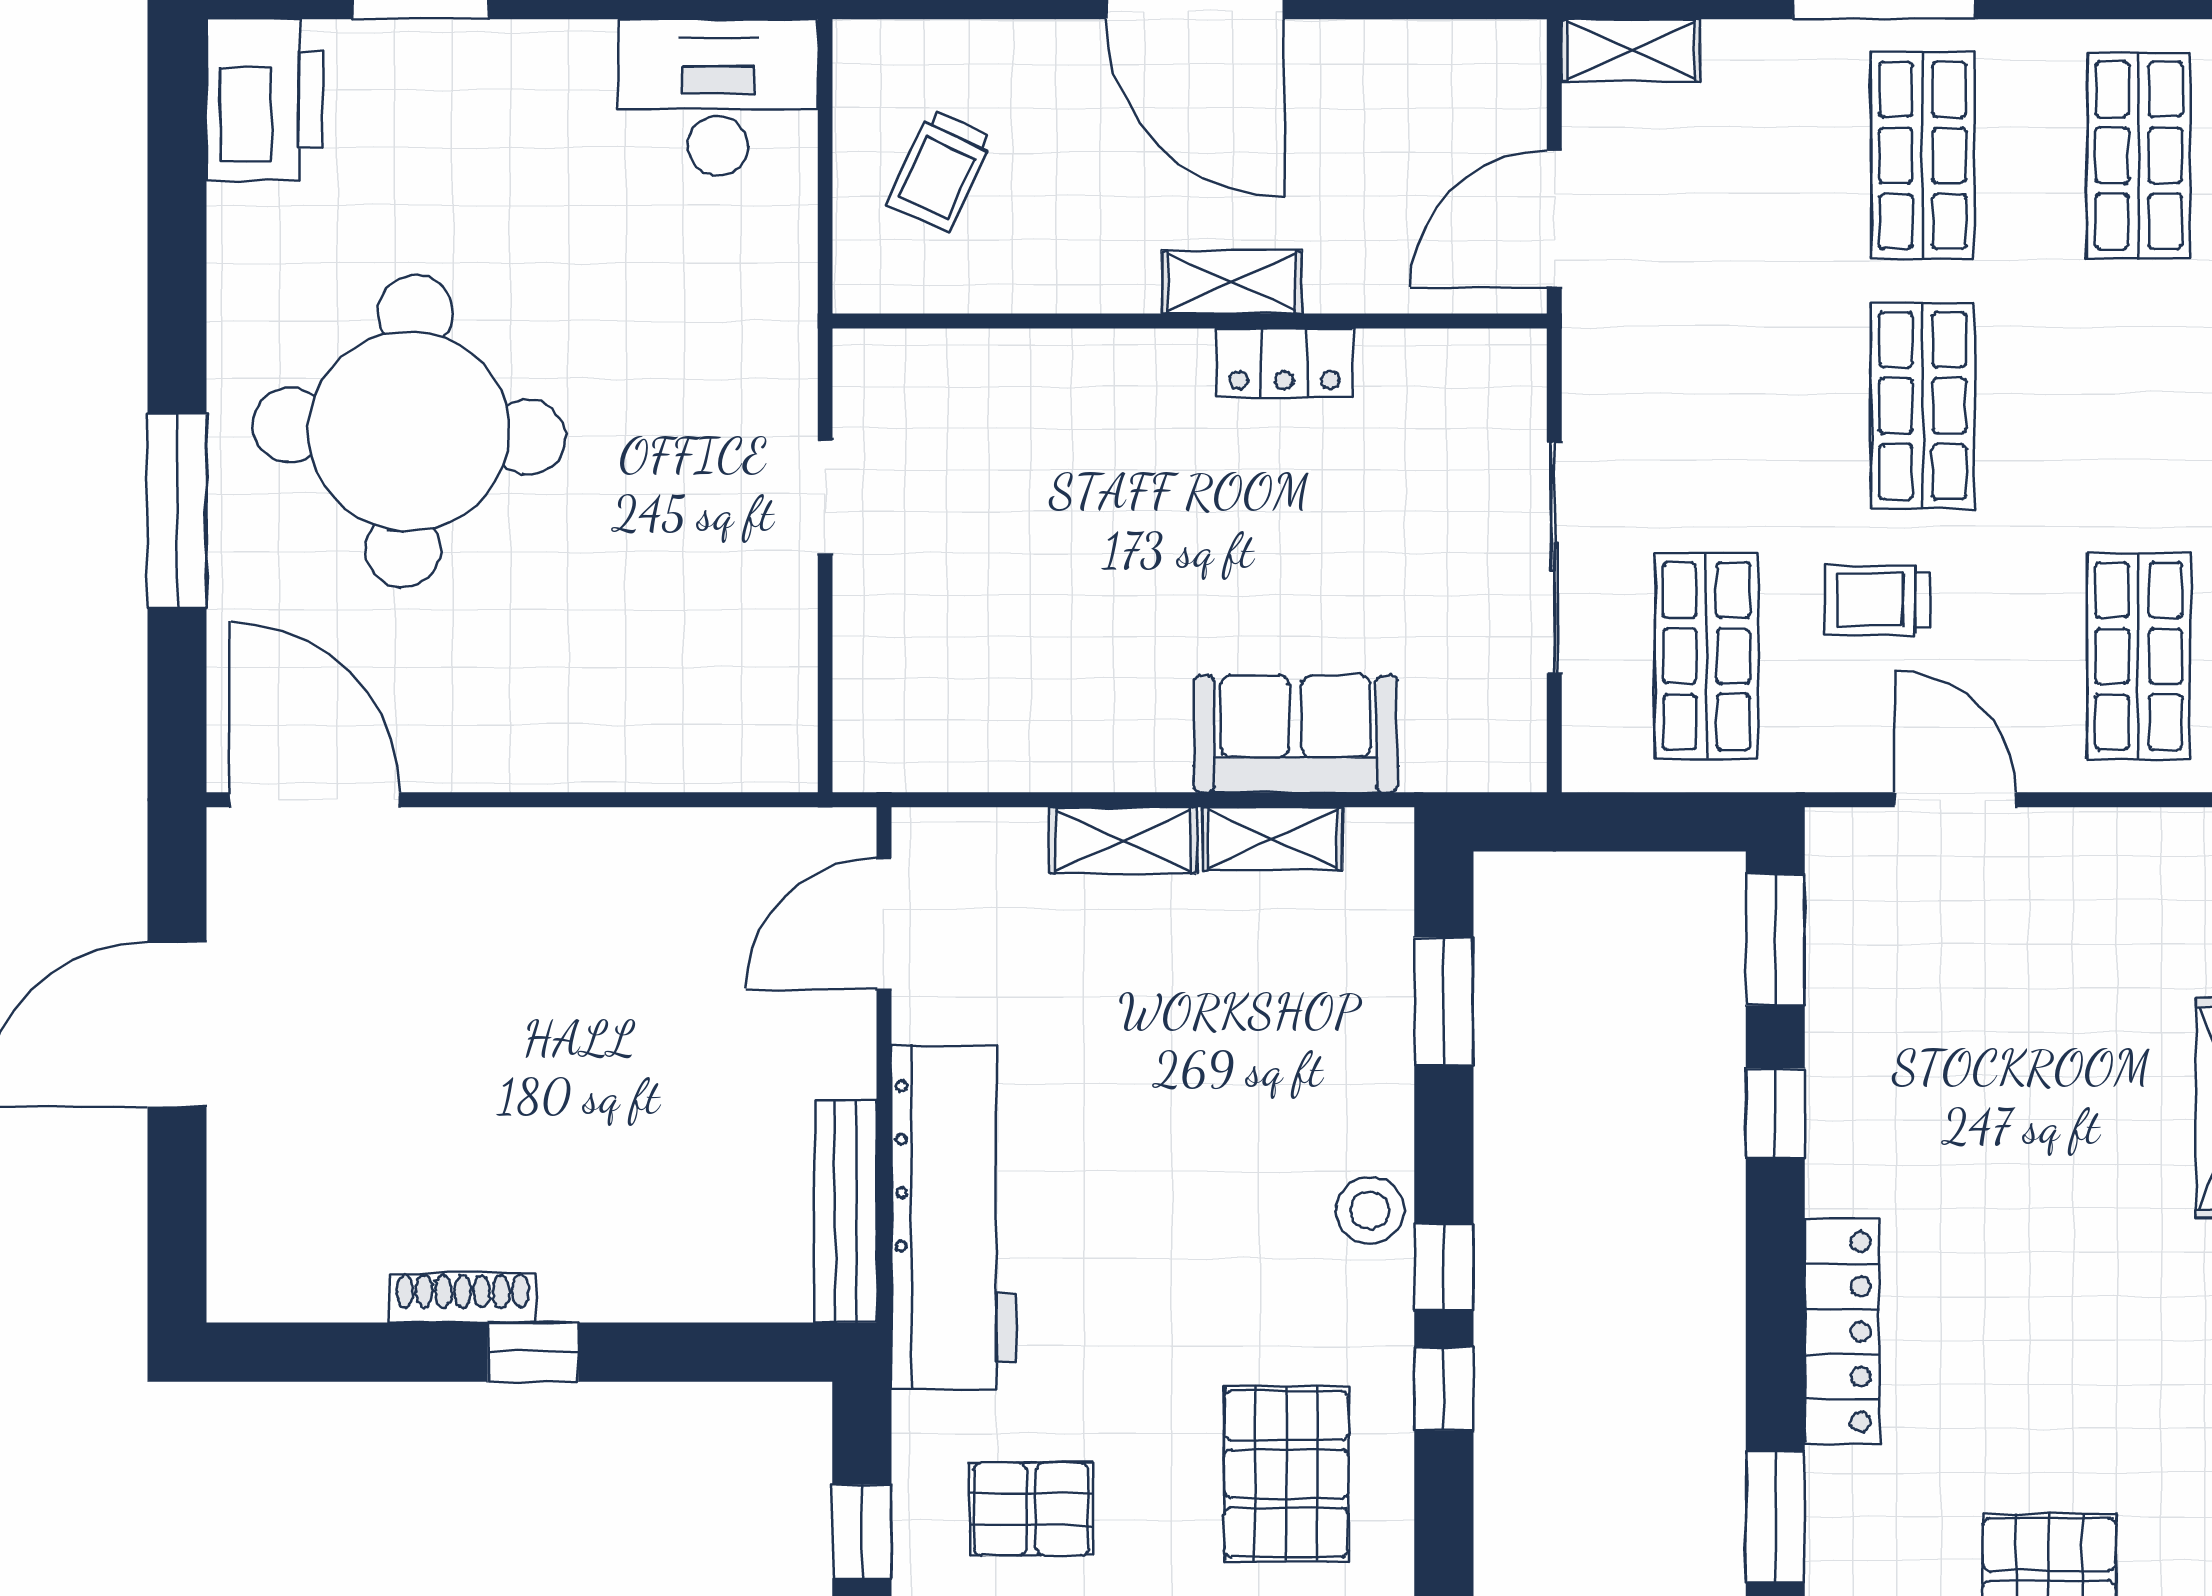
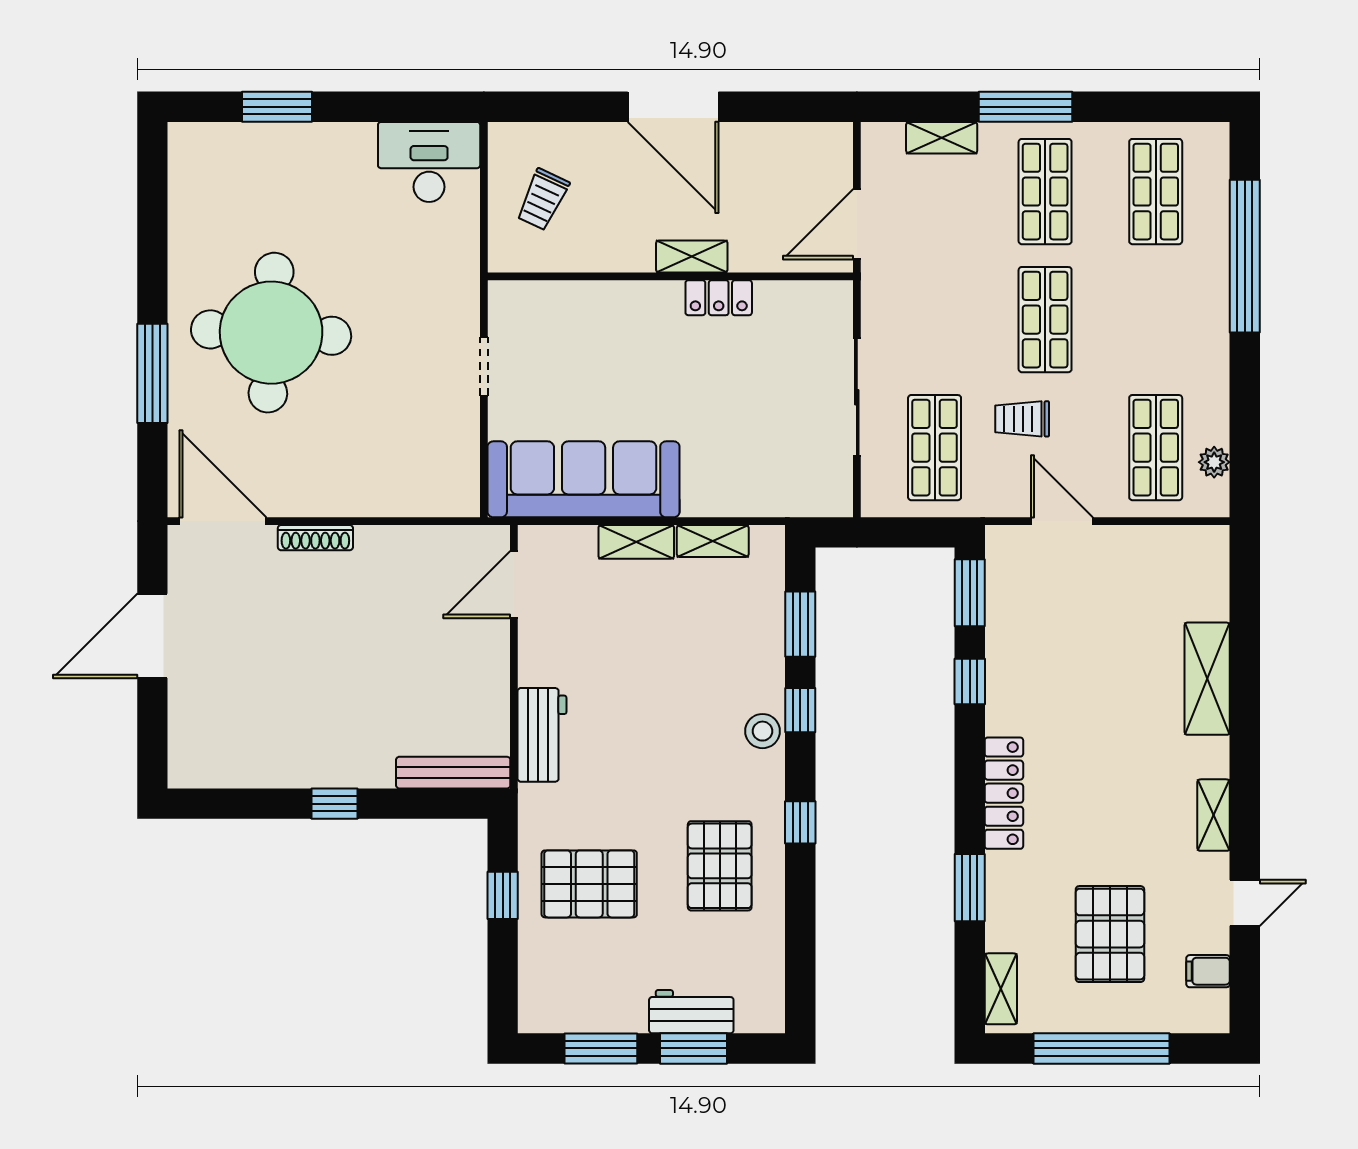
shelving: (1631, 50) -> (942, 138), moved
printer: (264, 100) -> (197, 163), removed
sofa: (1295, 734) -> (584, 479), moved, width x1.85, depth x1.27
bench: (845, 1211) -> (453, 773), moved, turned 90
workbench: (954, 1218) -> (542, 735), width x0.53, depth x0.76
window: (1444, 1267) -> (800, 710), moved
shoe rack: (463, 1298) -> (315, 538), moved, turned 180
pallet: (1031, 1509) -> (589, 884), width x1.50, depth x1.42

